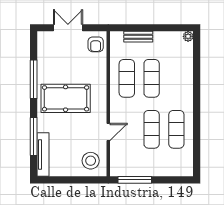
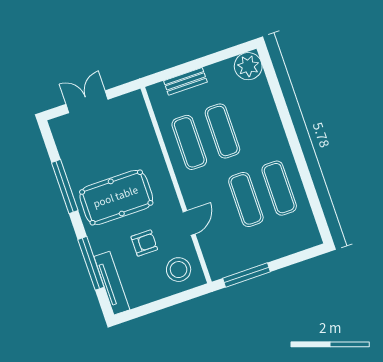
plant: (188, 36) -> (248, 66), width x1.88, depth x1.88
armchair: (96, 44) -> (144, 243), moved, turned -90

